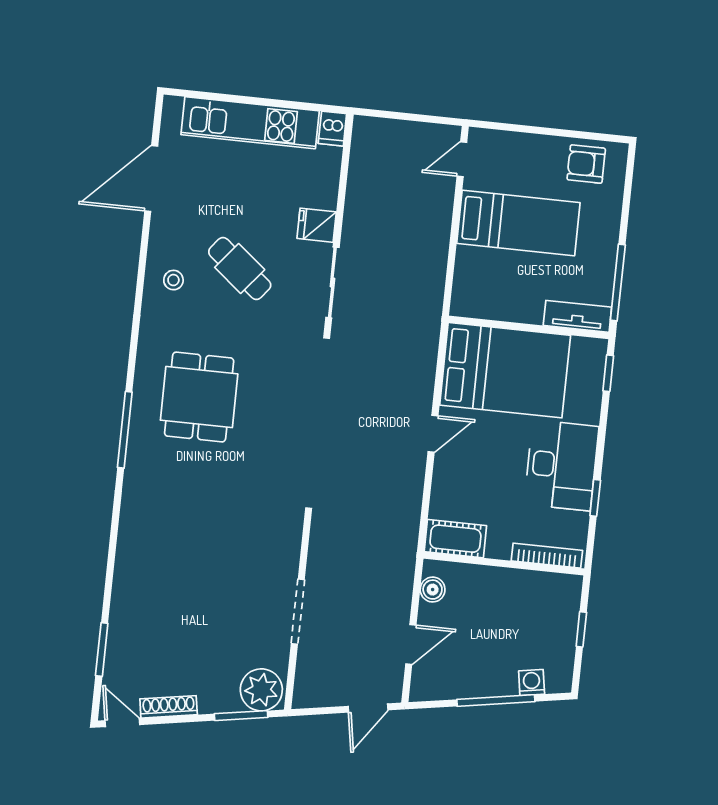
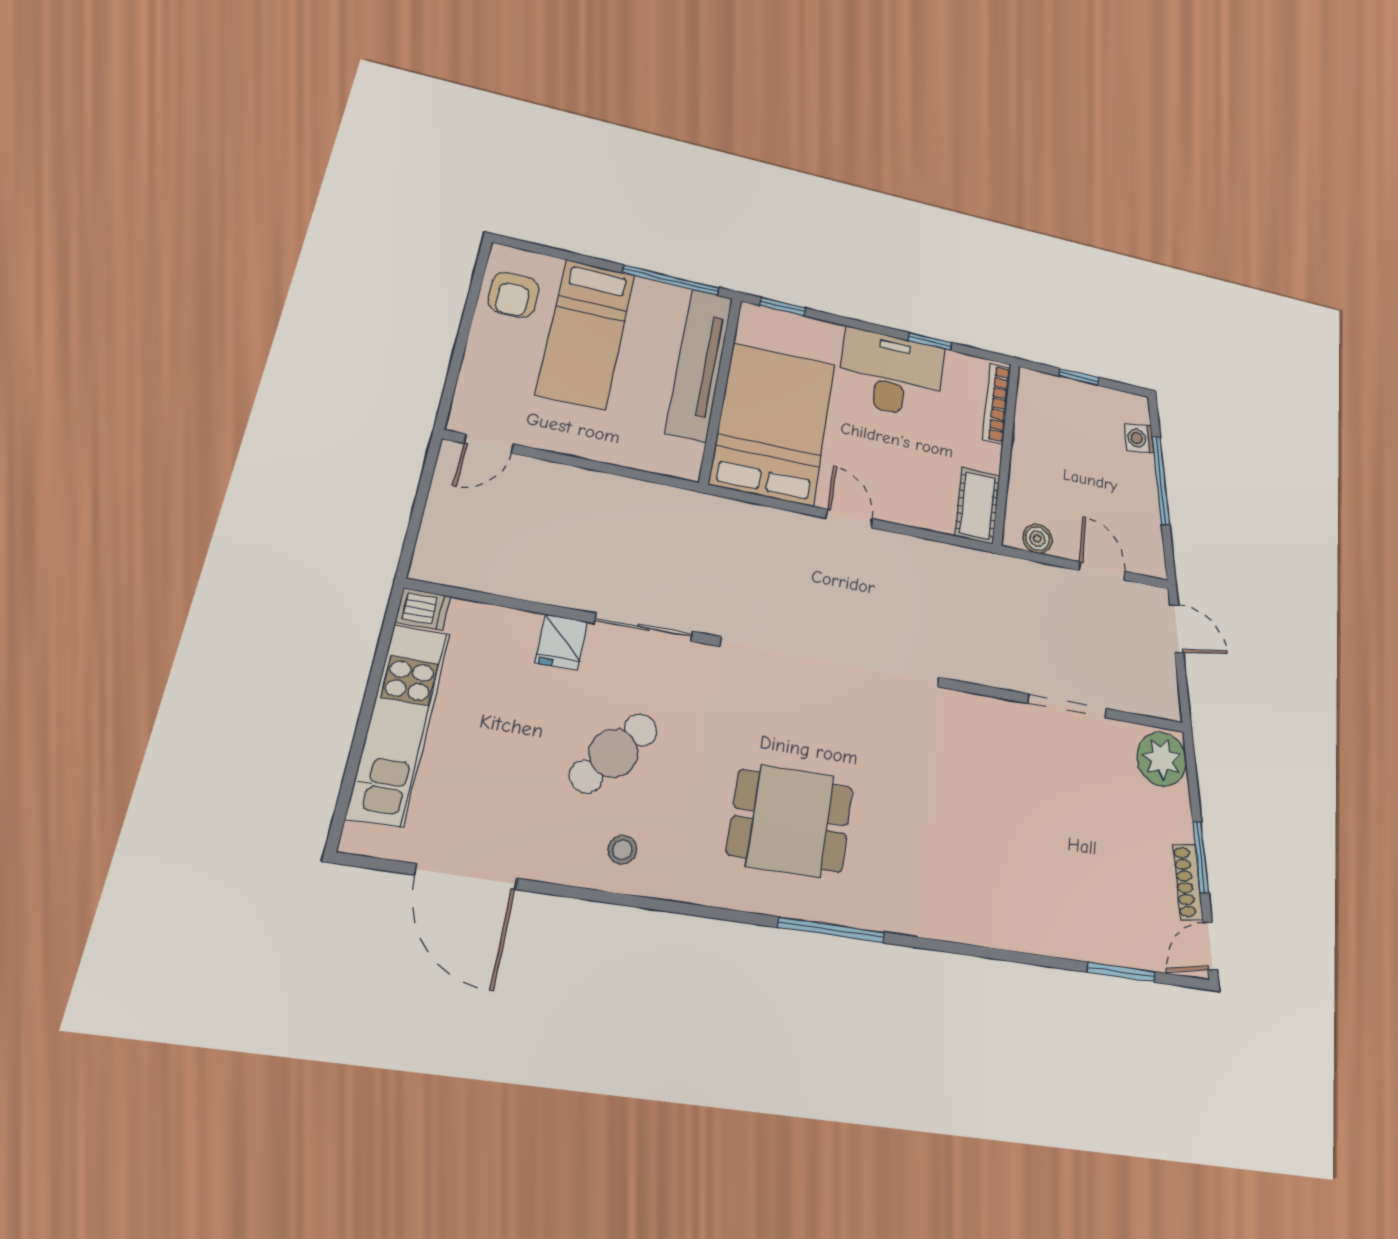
door: (462, 159) -> (489, 444), hinge flipped
bed: (518, 223) -> (586, 334), moved, turned 180
tv unit: (577, 316) -> (699, 364), width x1.92, depth x1.29
window: (241, 716) -> (1201, 857), moved

